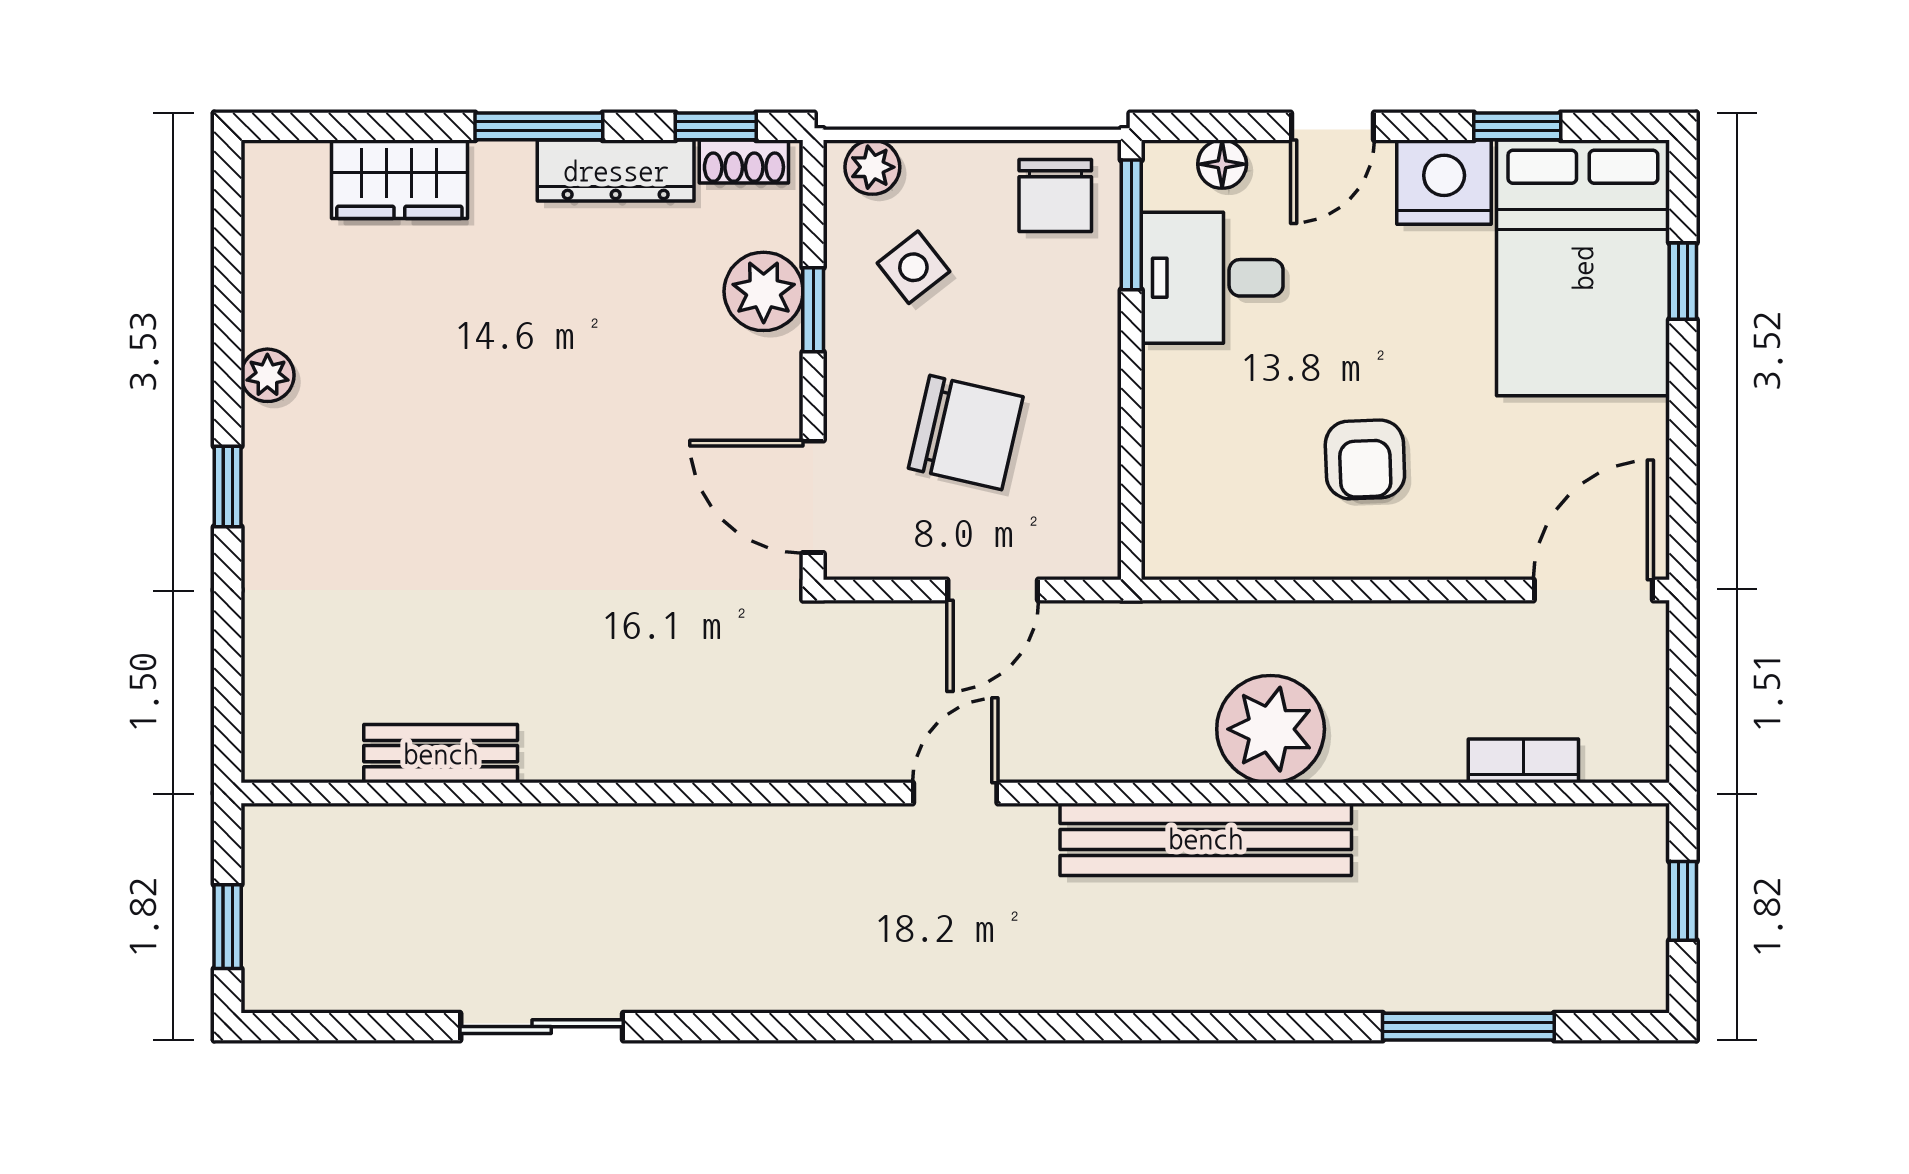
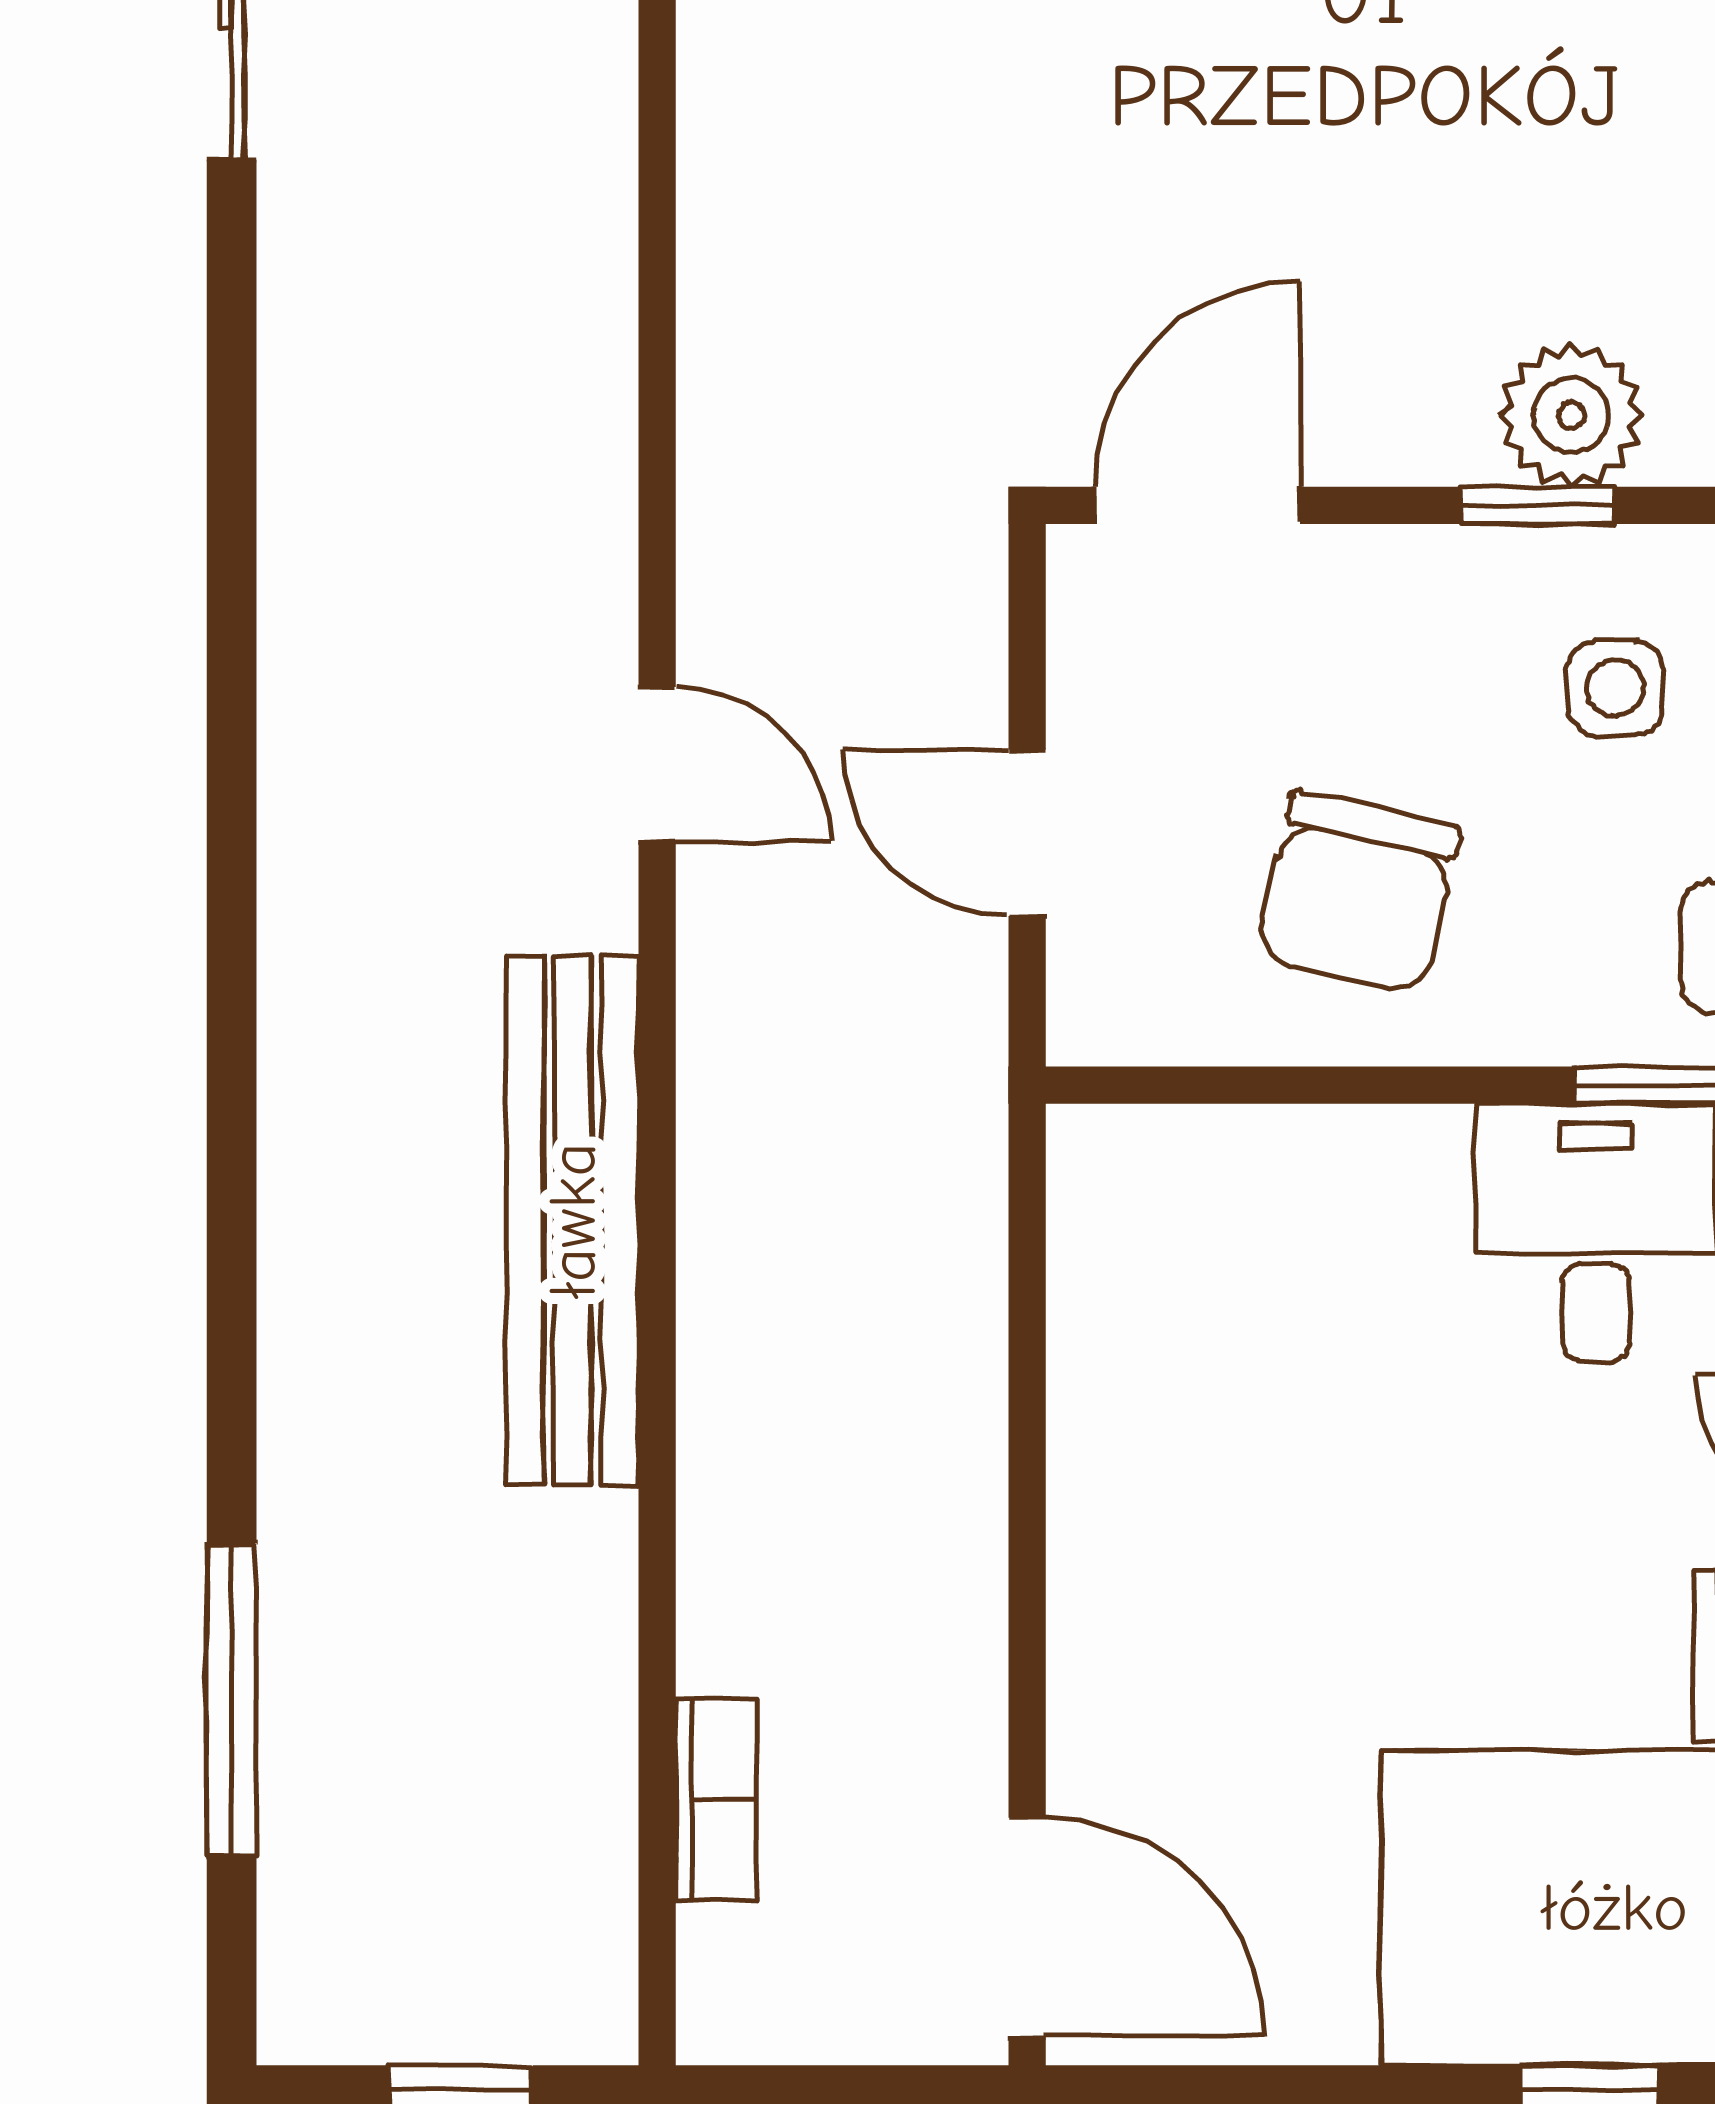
side table: (913, 267) -> (1615, 688), turned 38
chair: (966, 433) -> (1358, 893), moved
armchair: (1365, 459) -> (1265, 1511), removed
plant: (1271, 729) -> (774, 1339), removed

